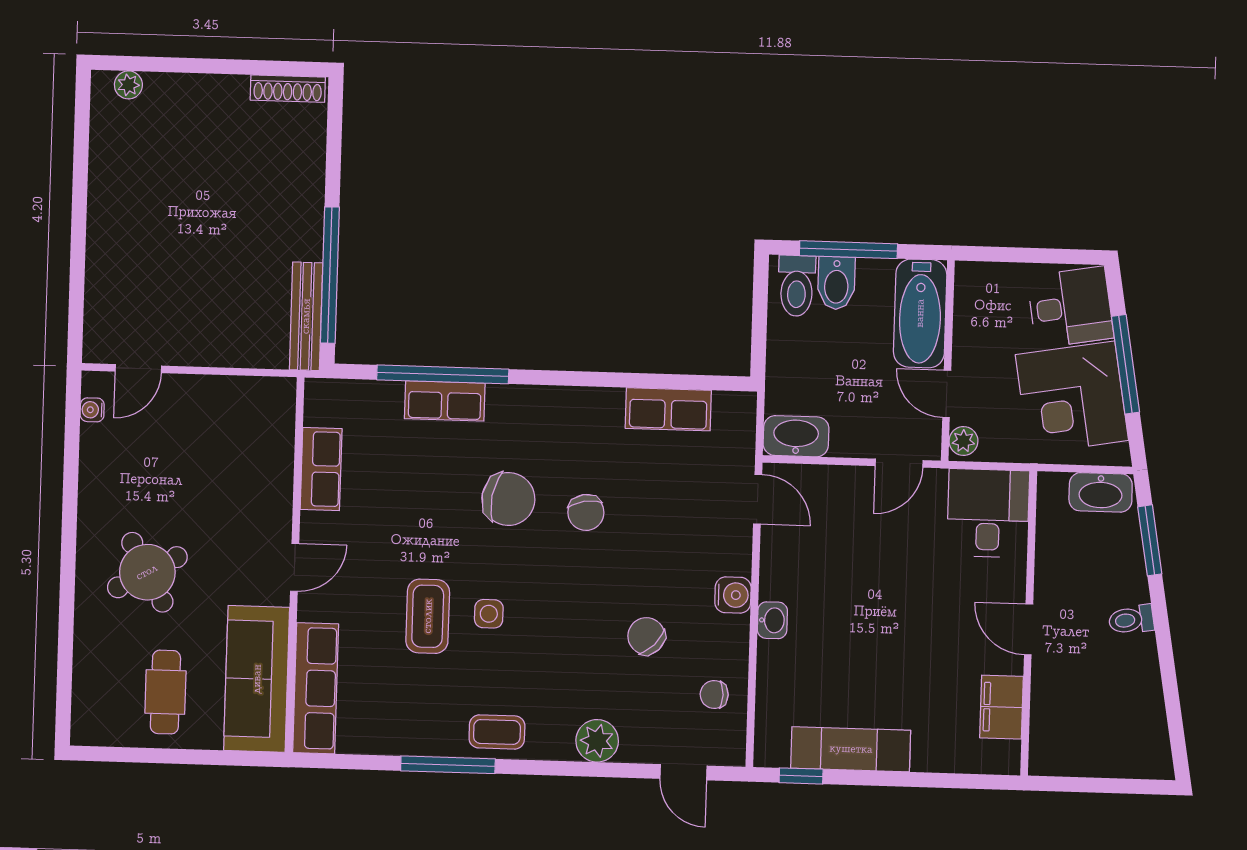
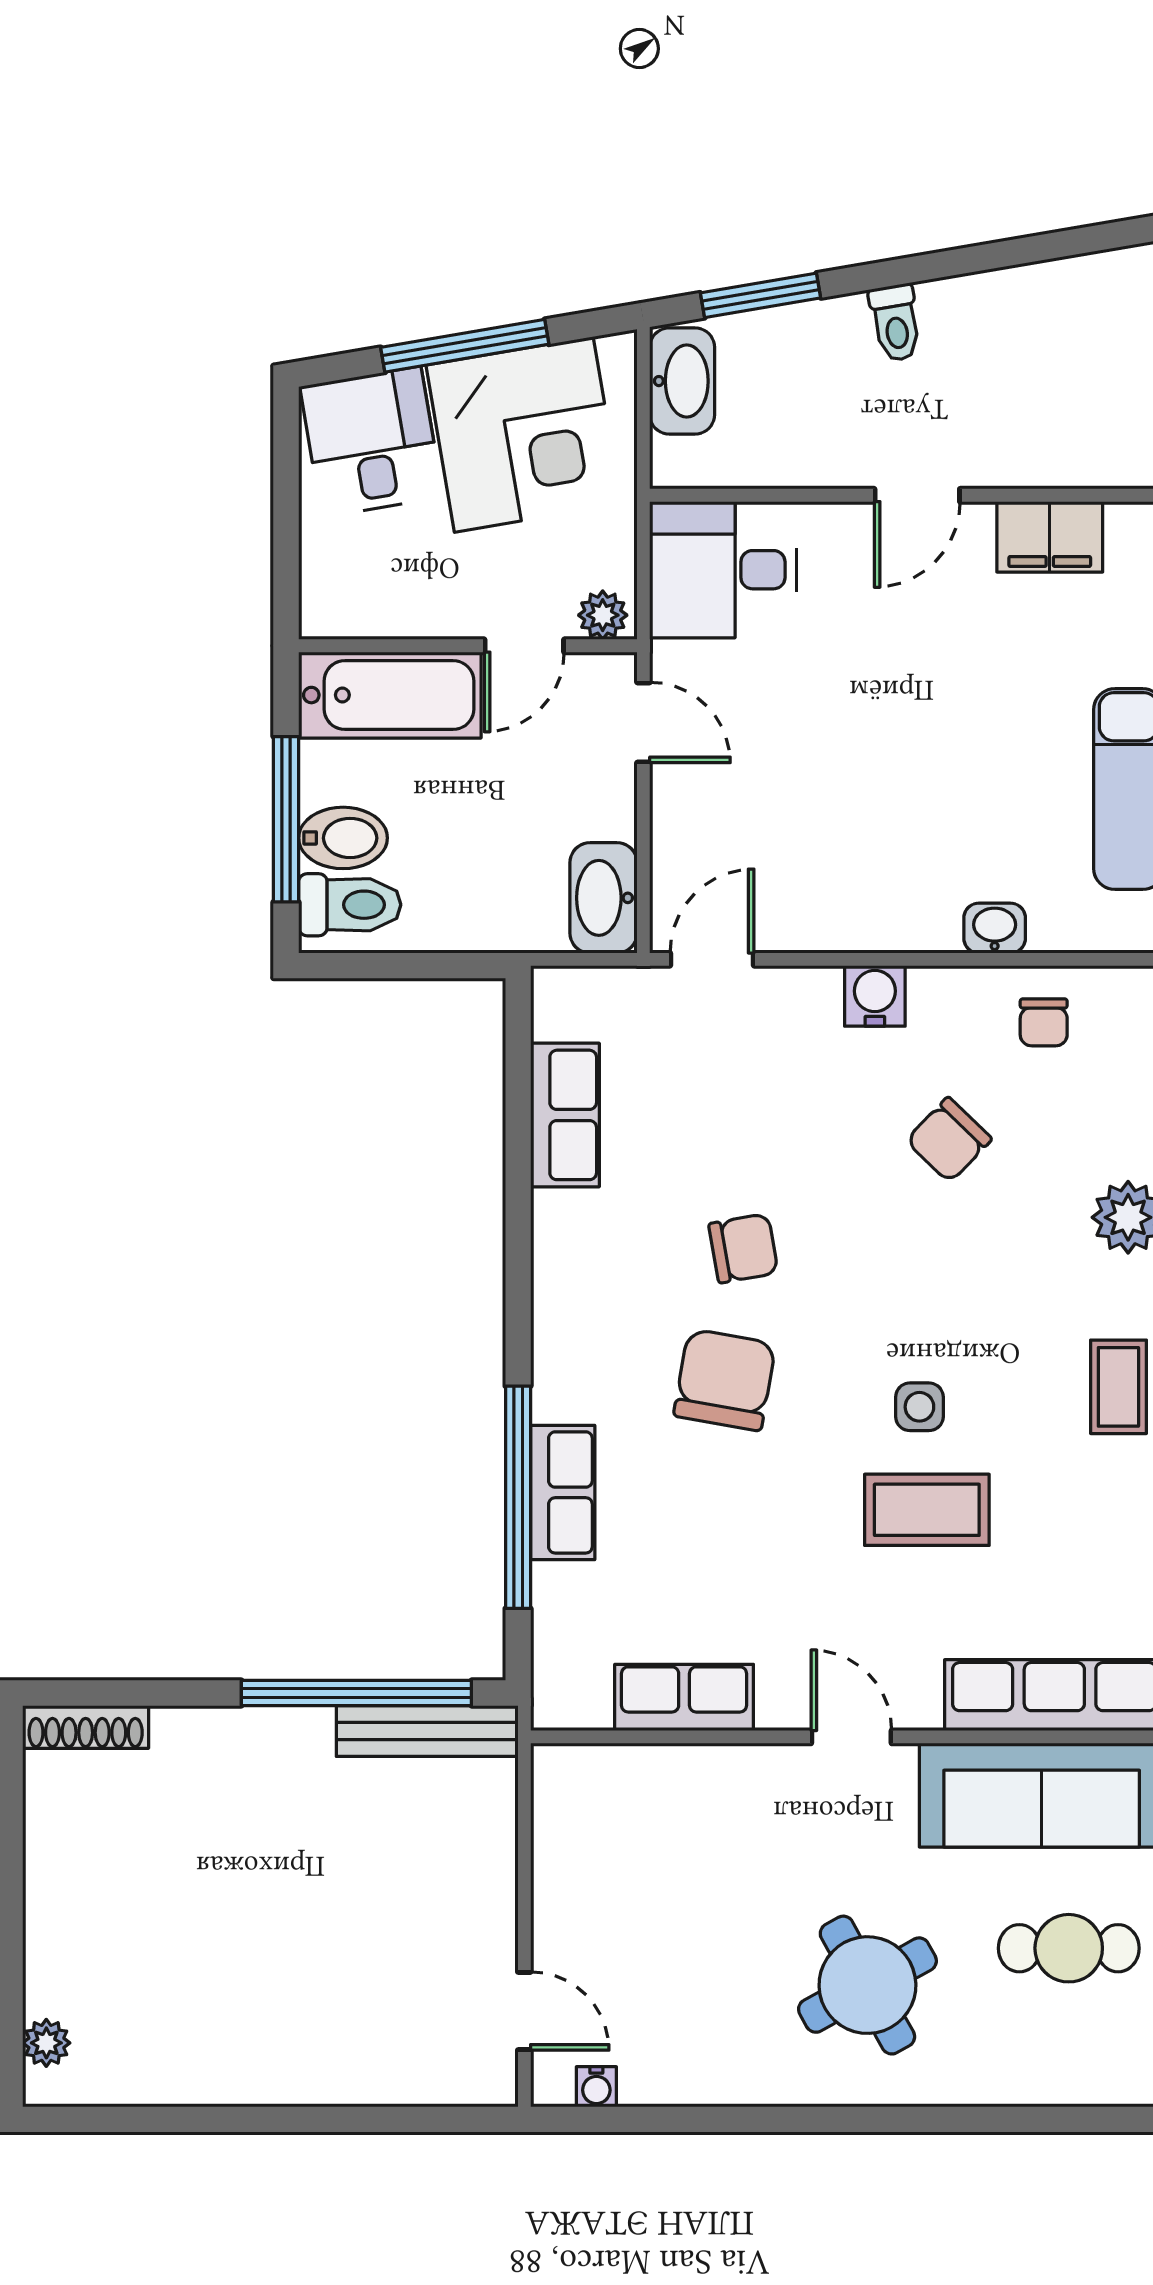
shoe rack: (288, 89) -> (86, 1727), moved, turned 90
washbasin: (772, 620) -> (995, 928), moved

